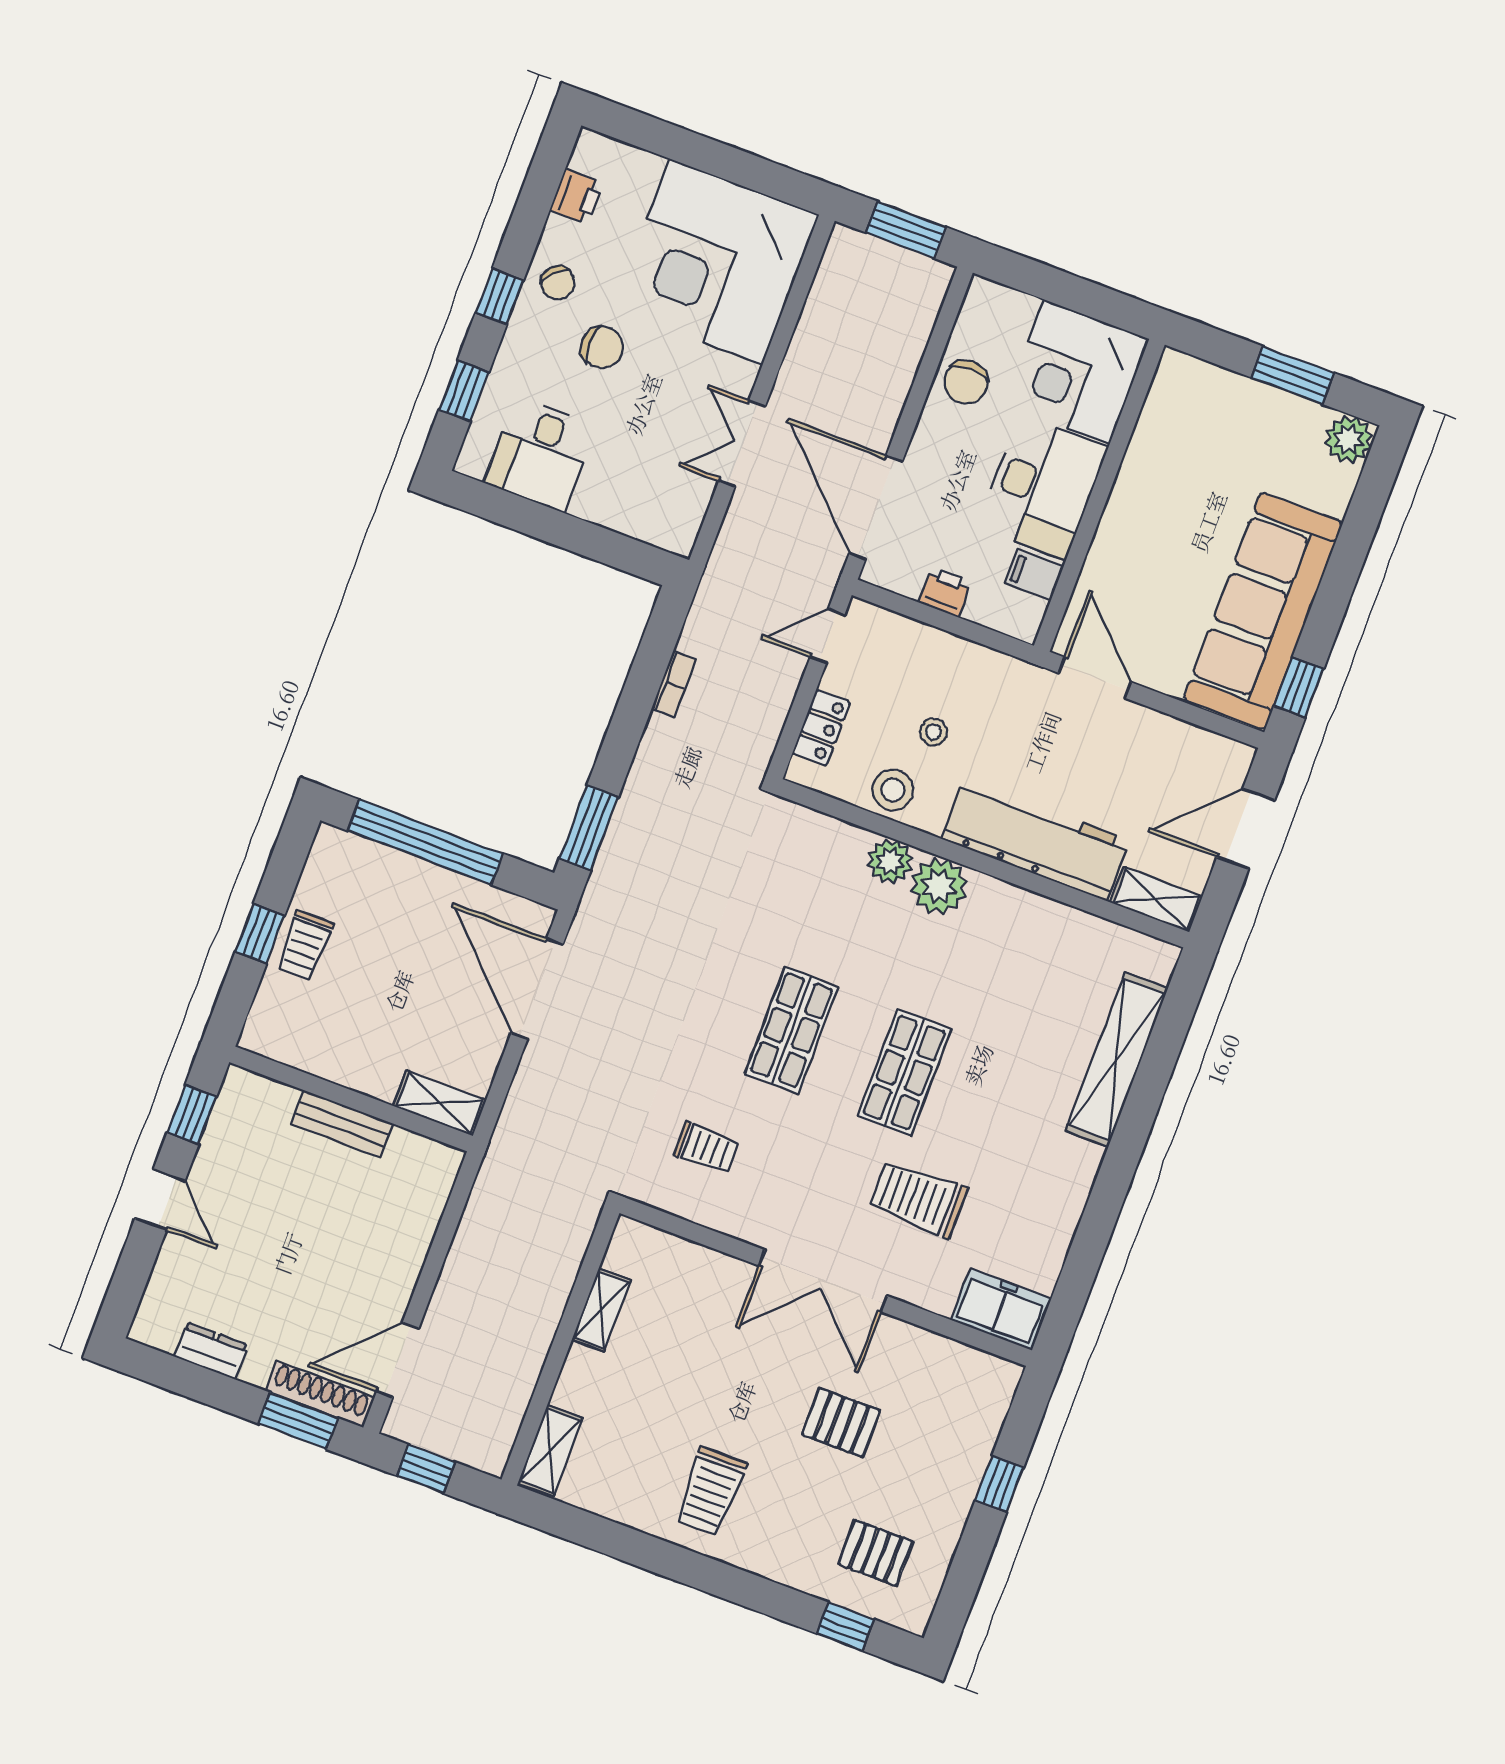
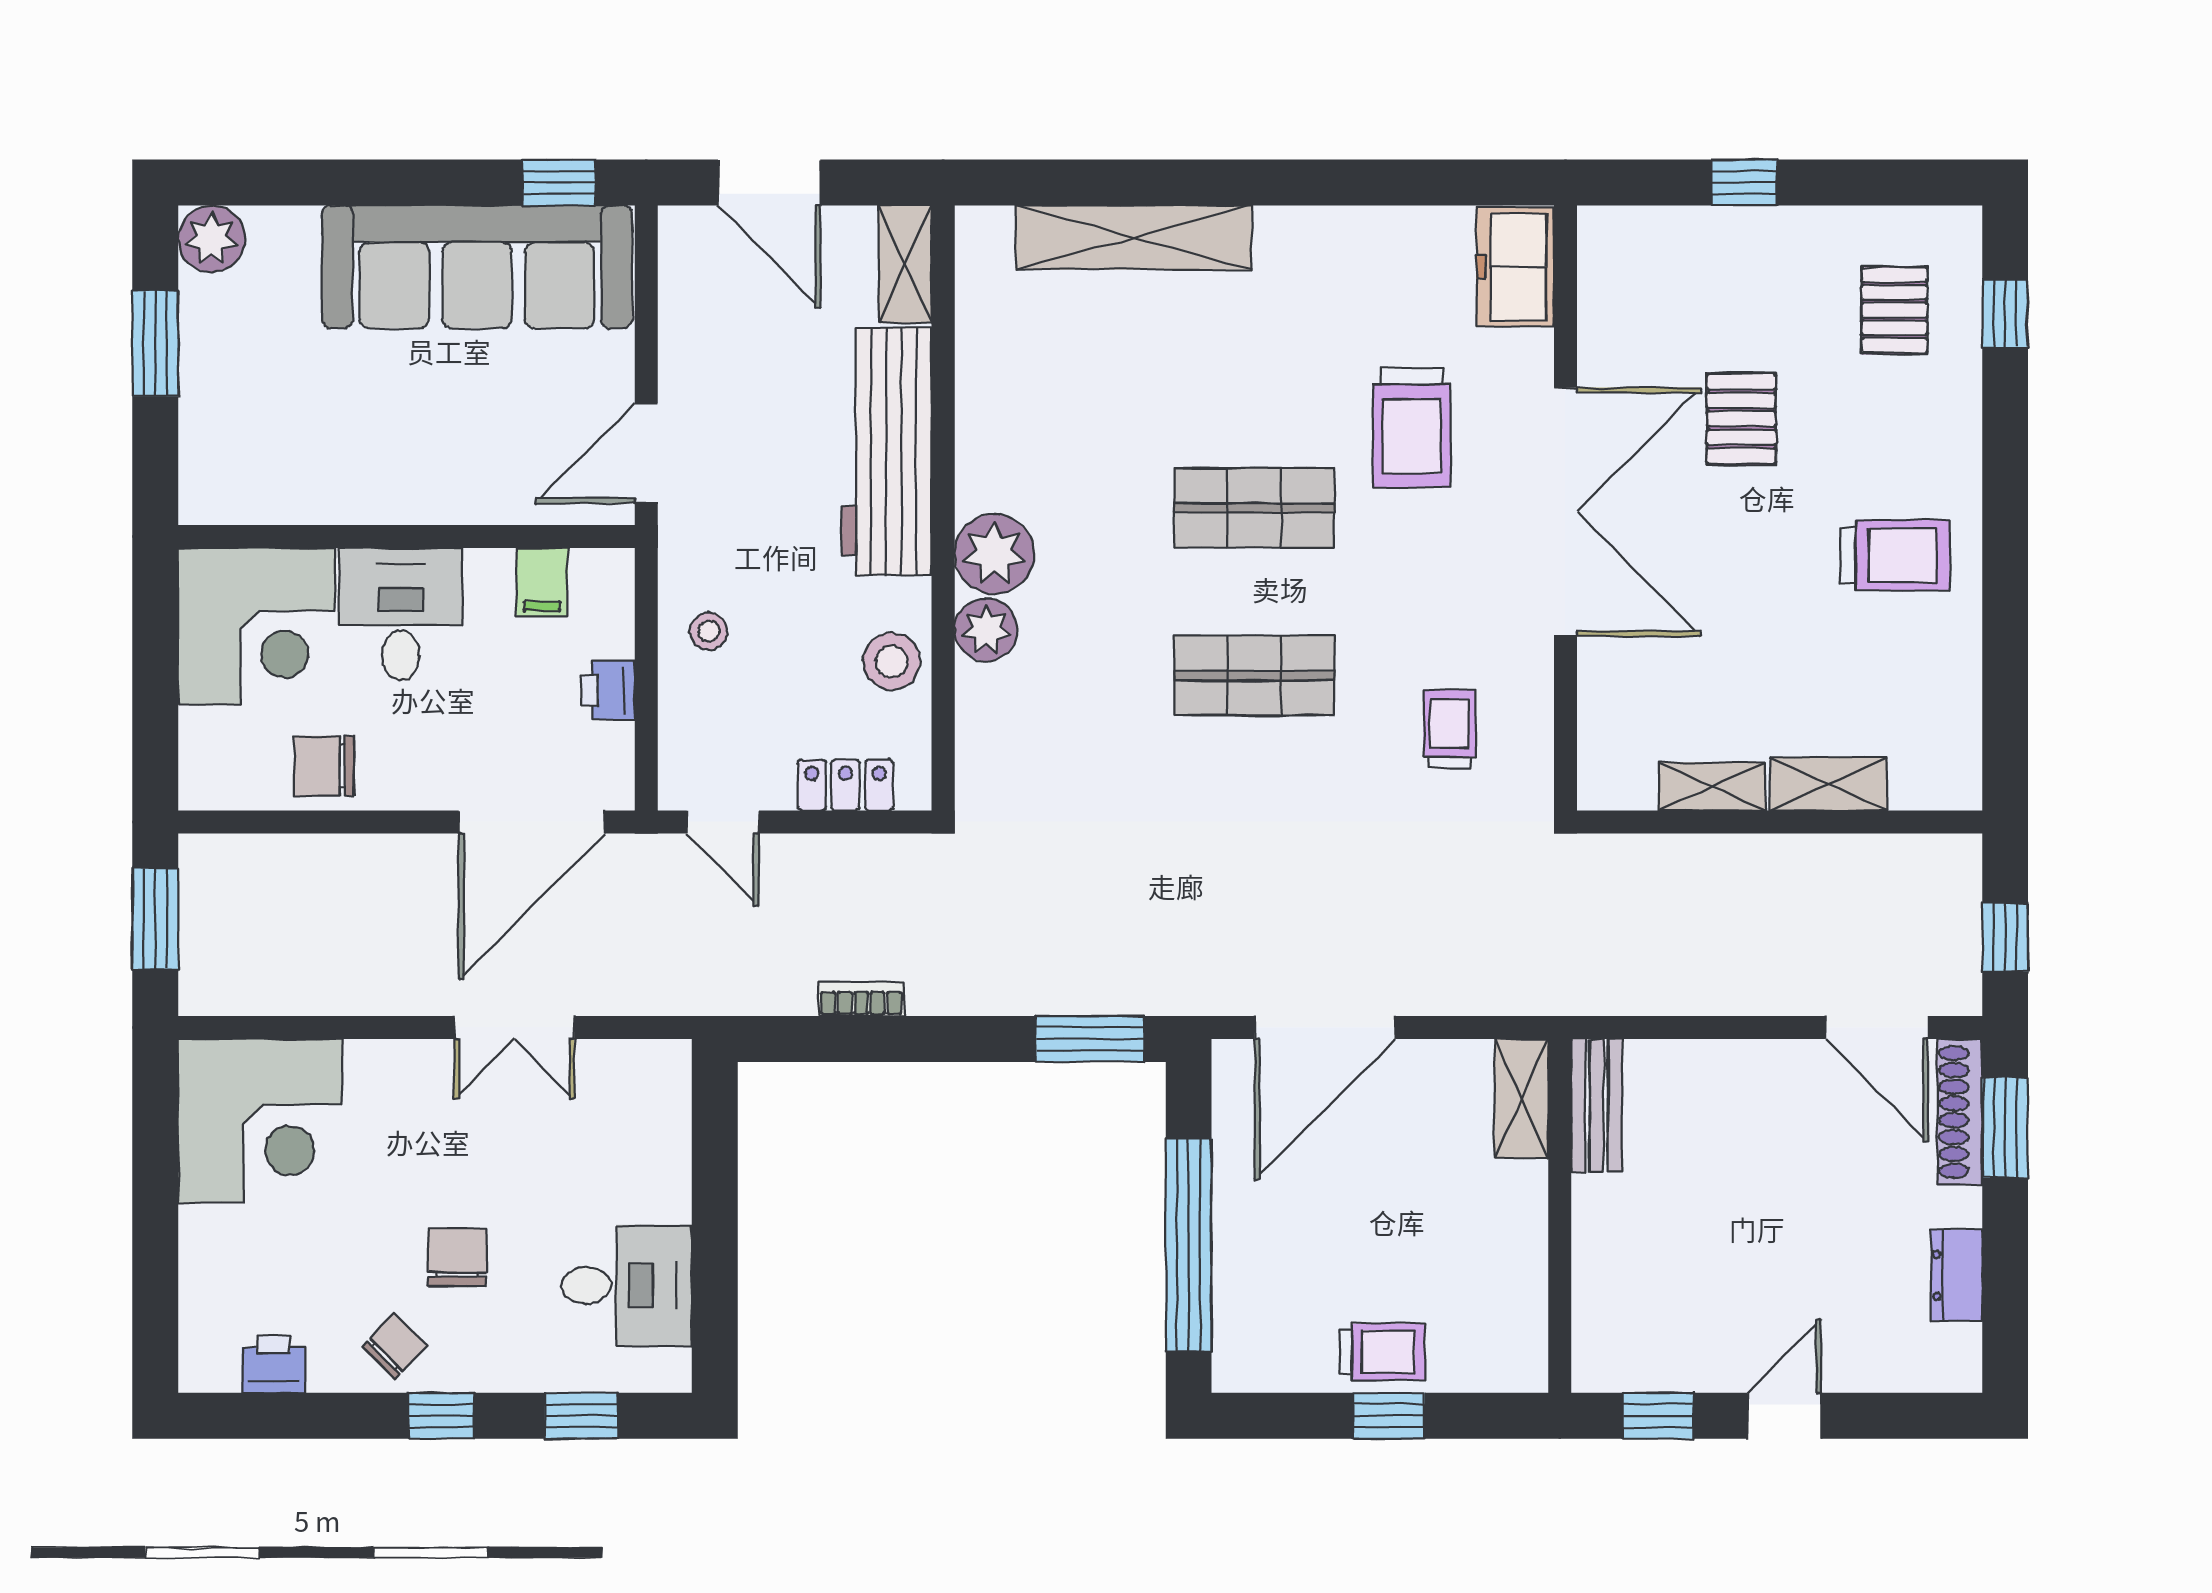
corner desk: (716, 262) -> (260, 1121), width x0.74, depth x0.74
chair: (966, 382) -> (324, 766), turned 180
desk: (1043, 487) -> (401, 614), width x0.73
stool: (933, 732) -> (709, 631), moved
bench: (342, 1124) -> (1597, 1105), moved
double door: (823, 1281) -> (1565, 512), width x1.36
shelving: (550, 1451) -> (1829, 784), moved

